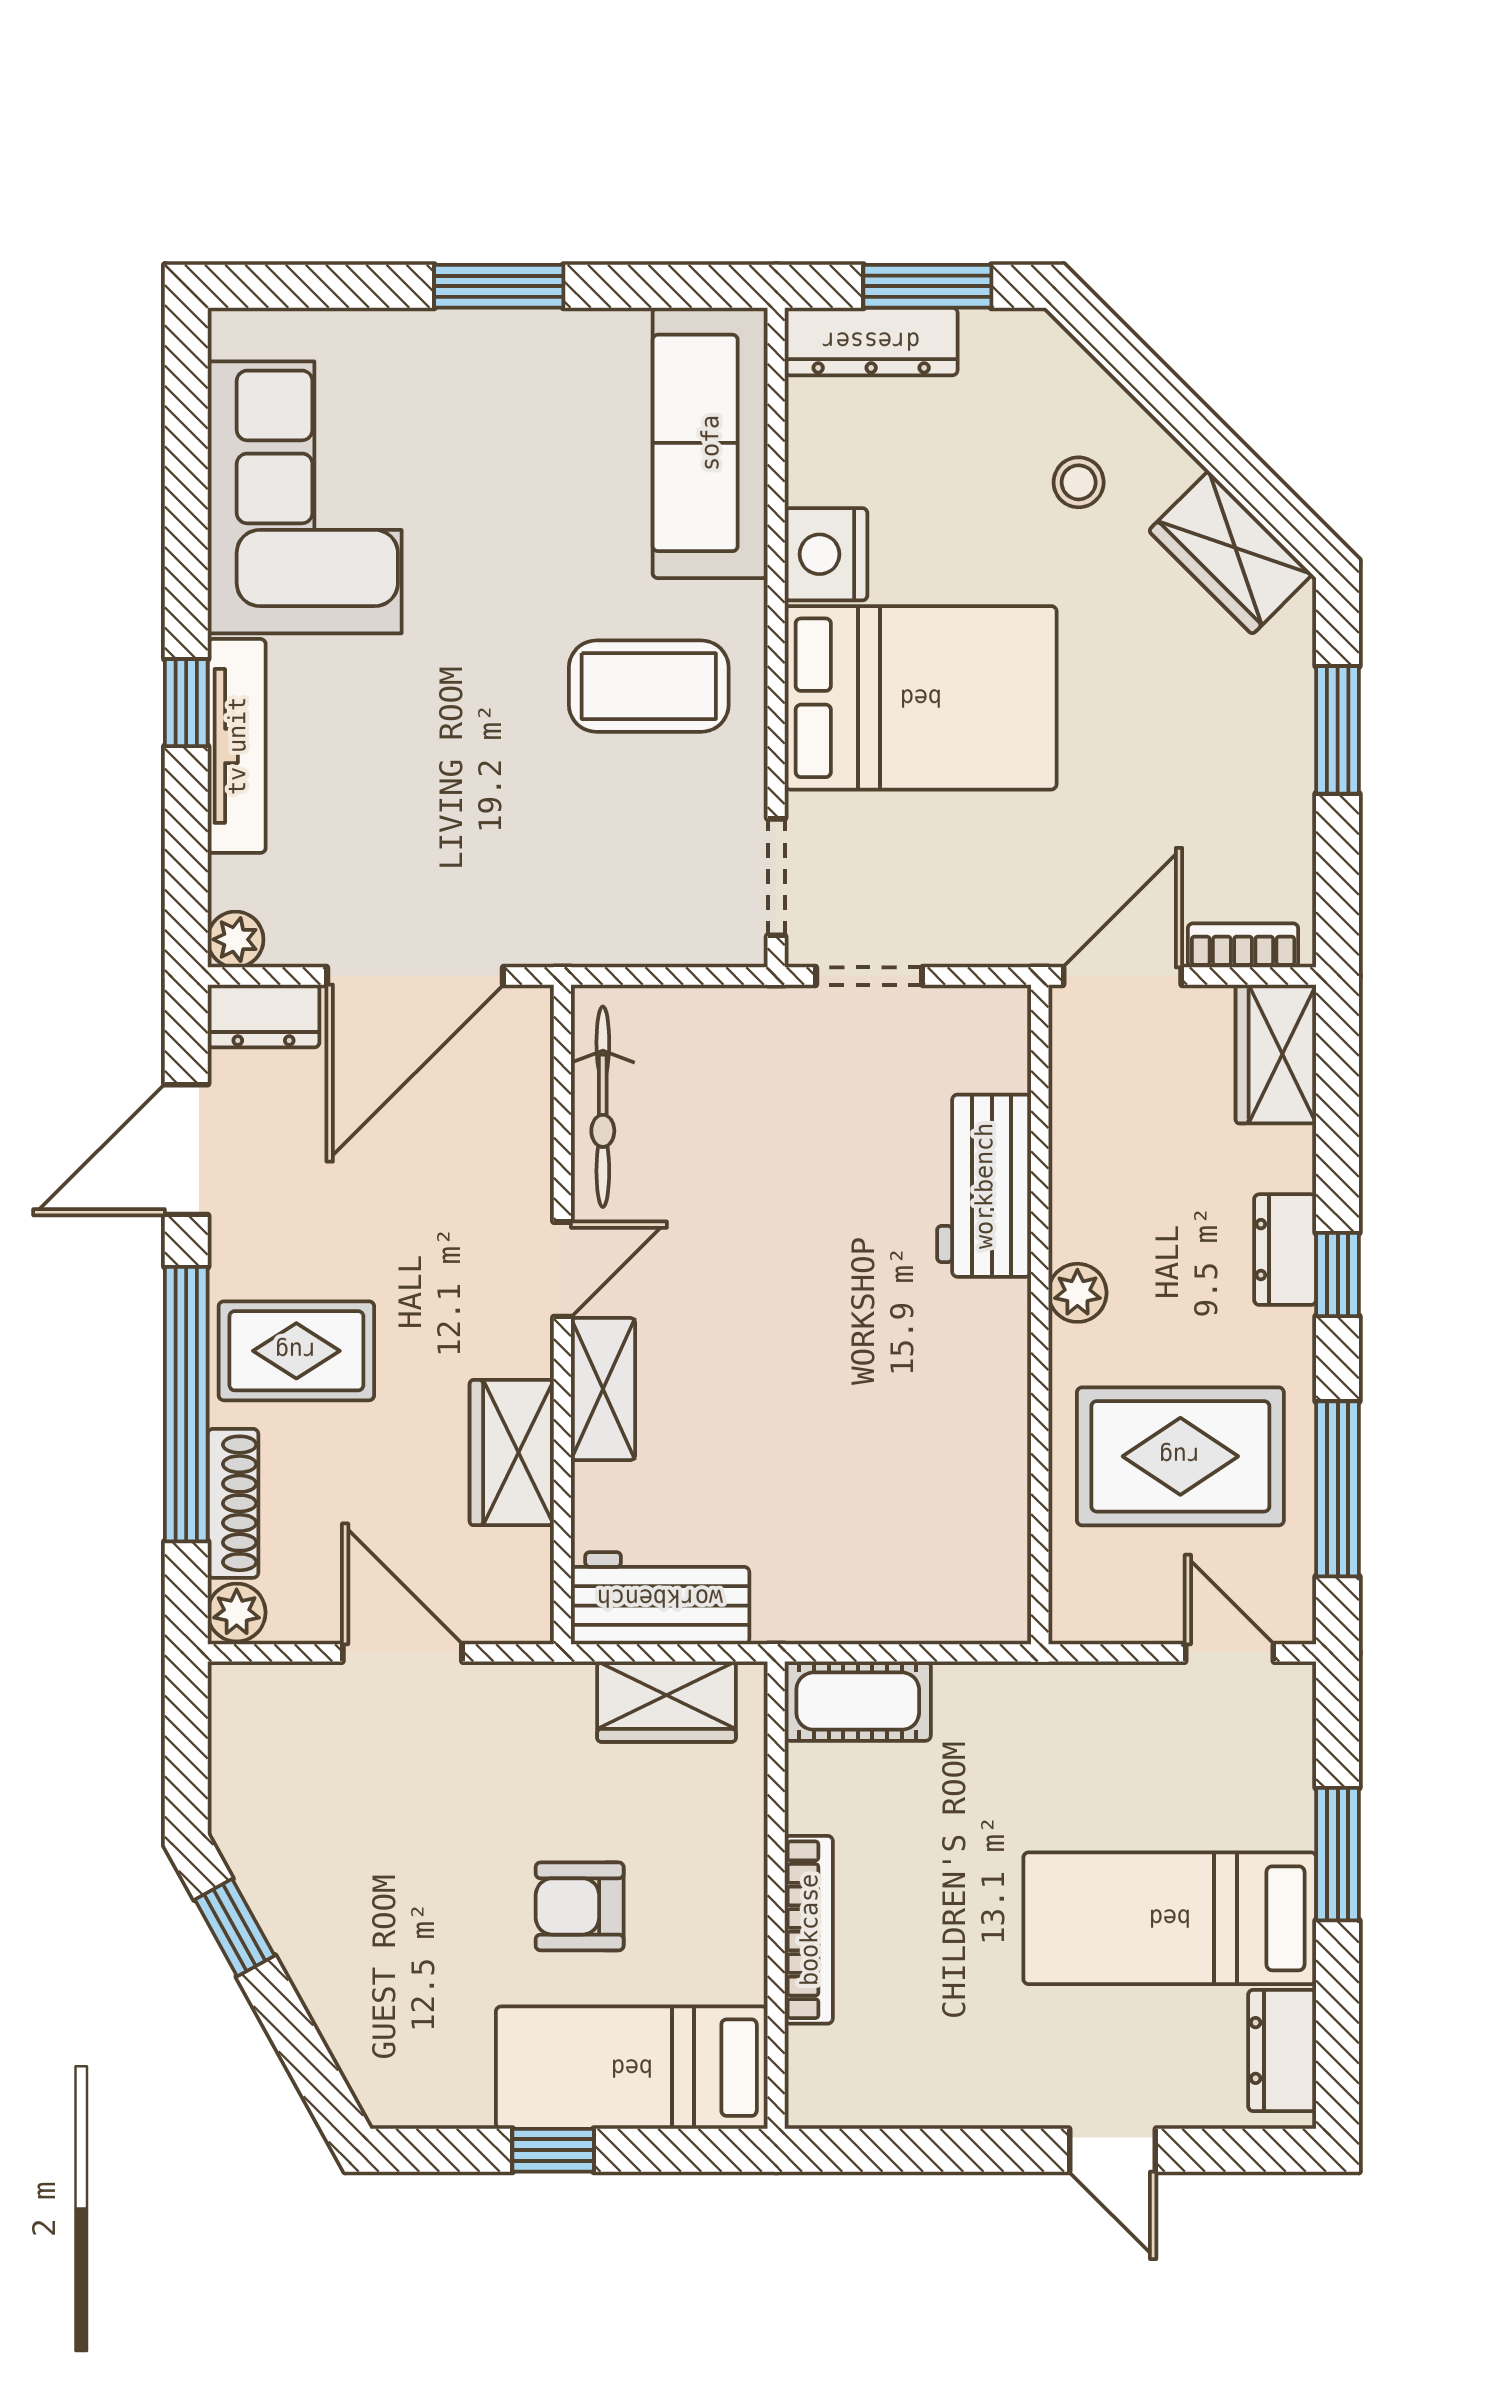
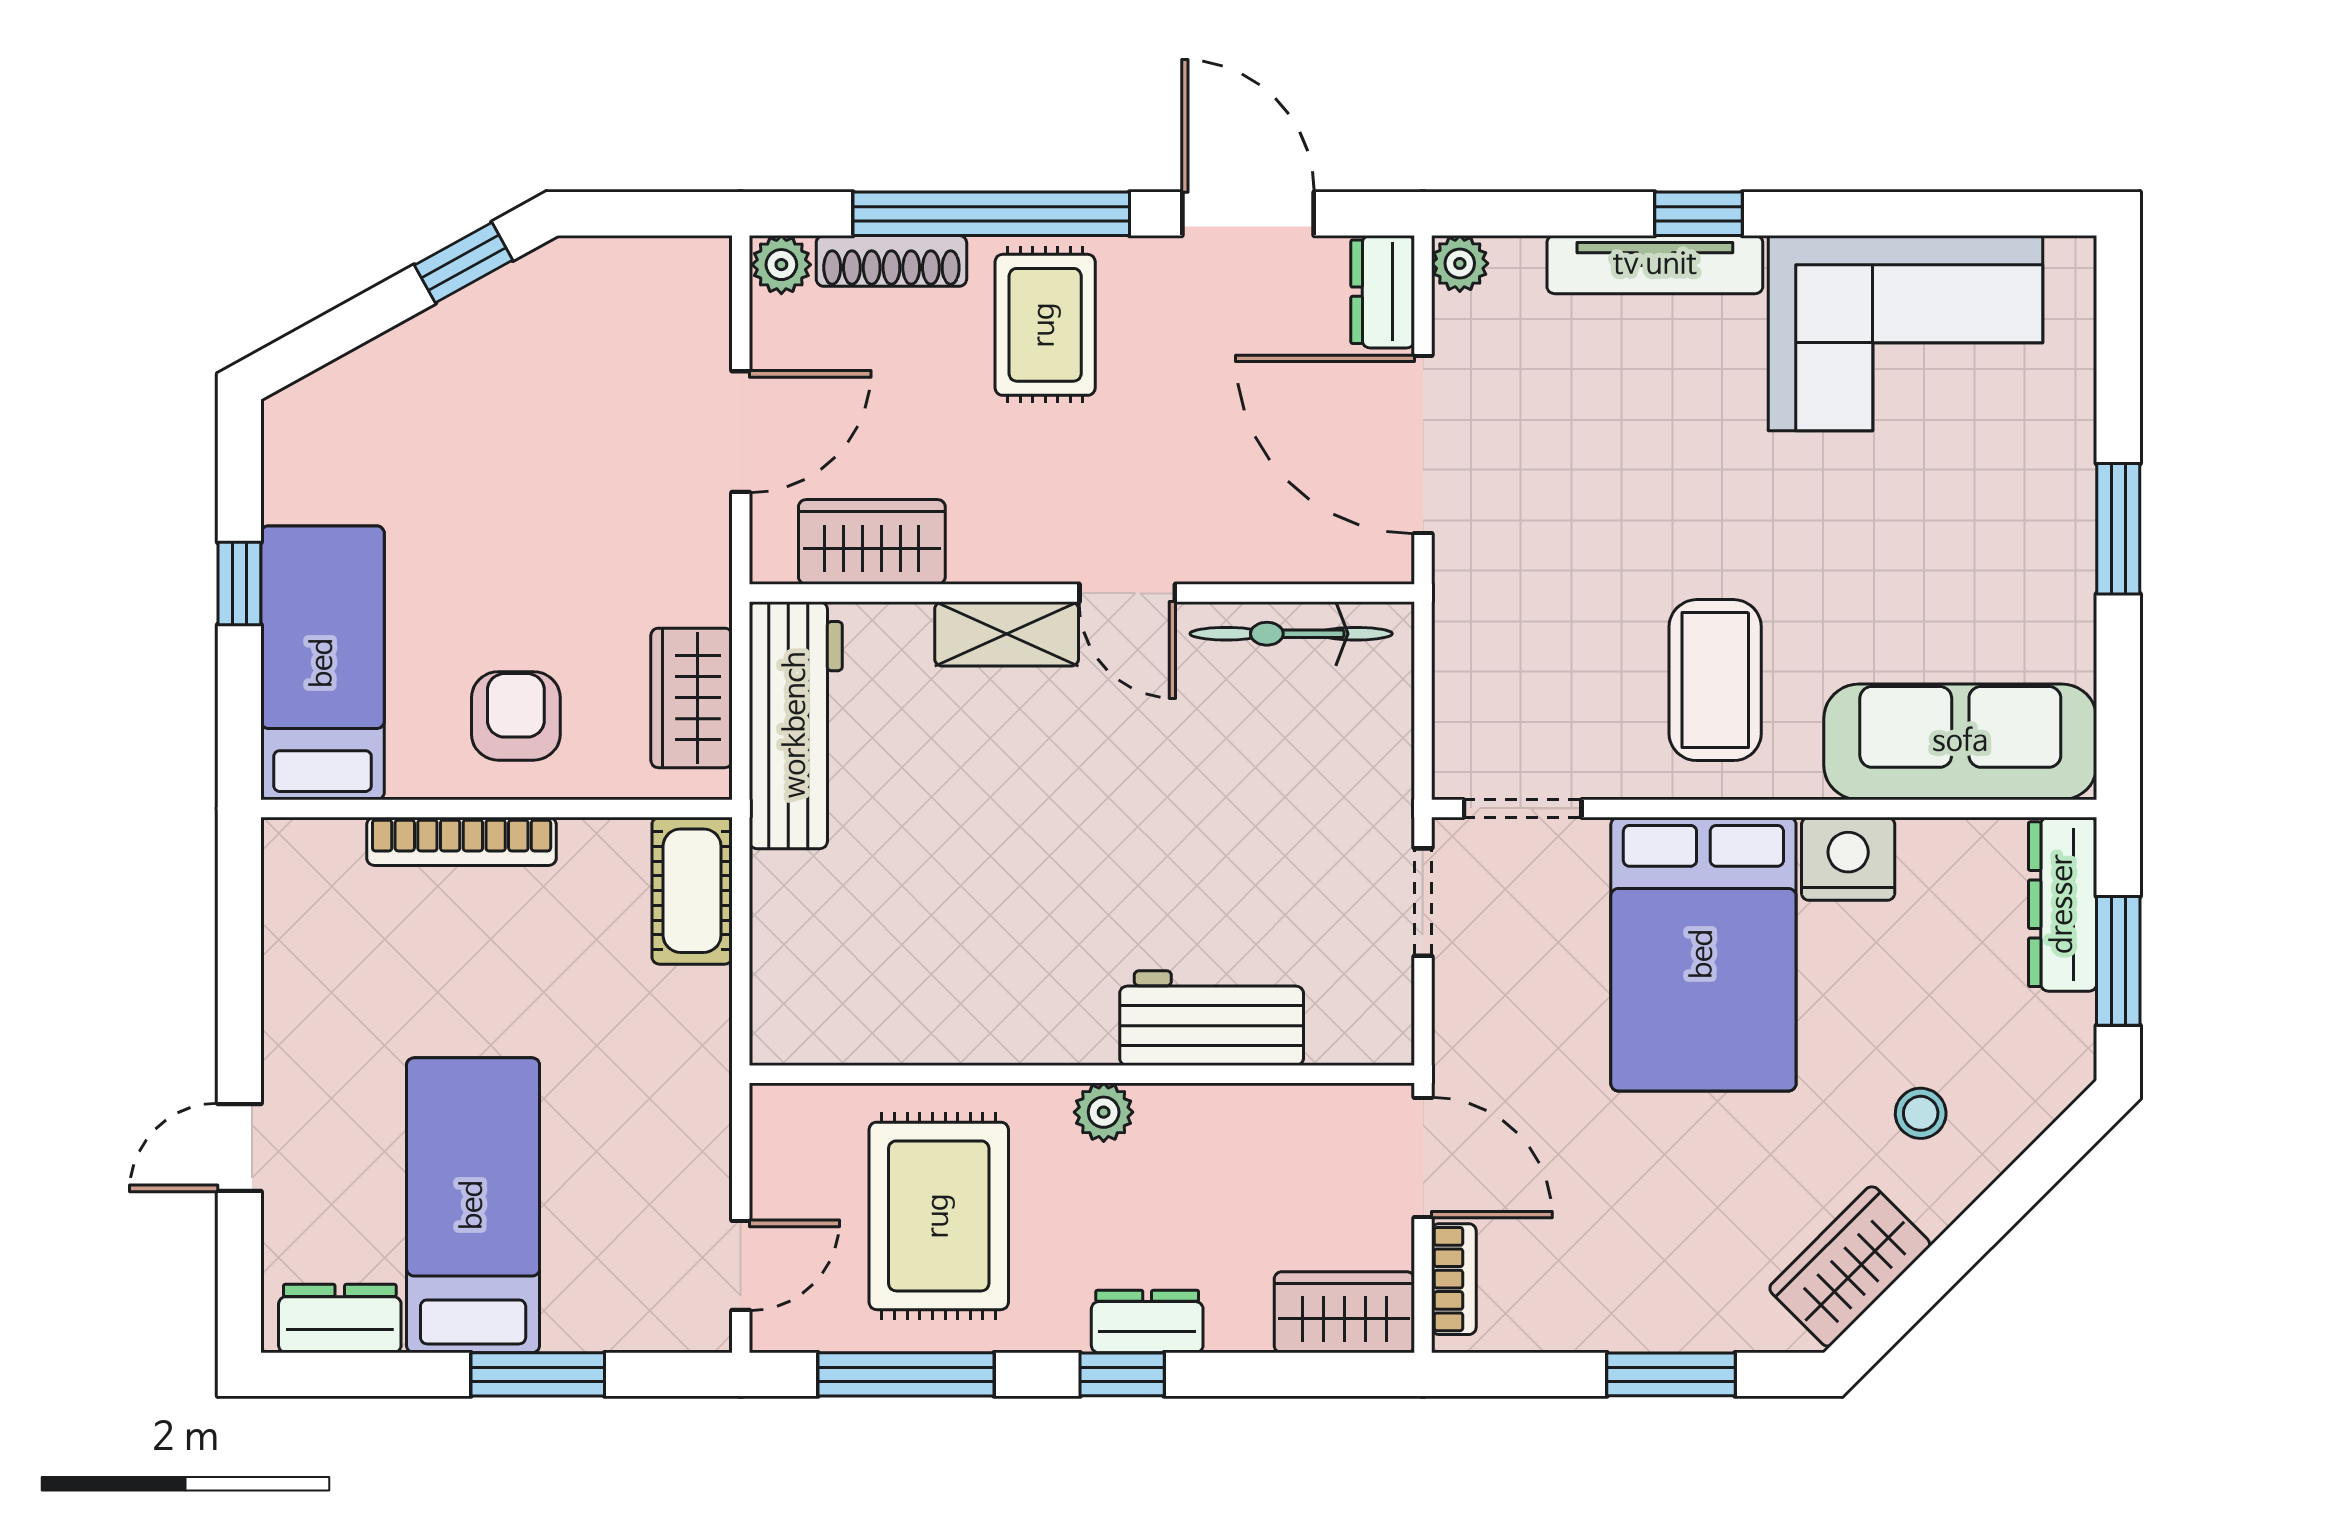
wardrobe: (512, 1453) -> (872, 542), moved
workbench: (660, 1598) -> (796, 725), width x1.38
armchair: (580, 1906) -> (516, 716), moved

